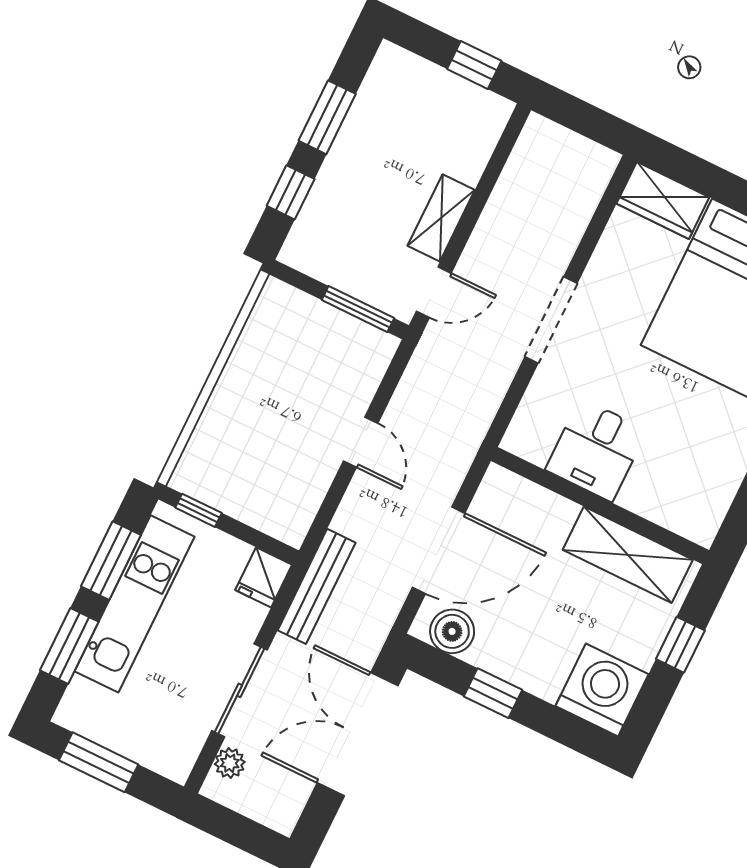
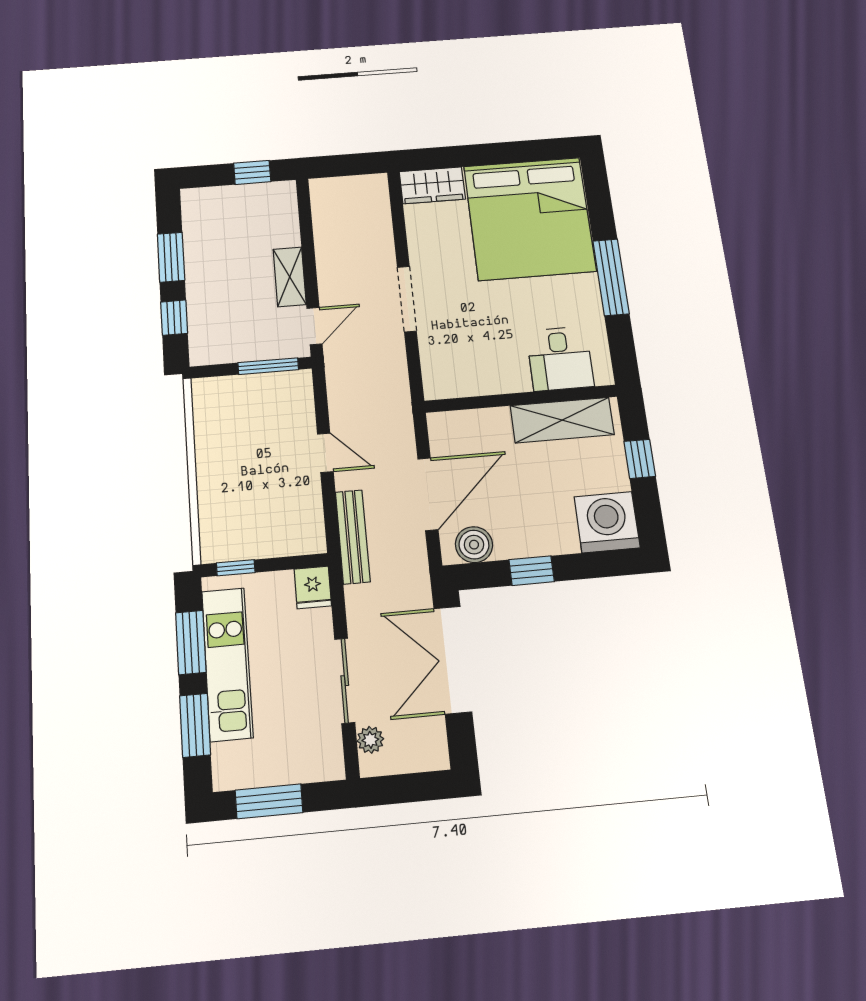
desk: (596, 450) -> (560, 359), moved
bench: (317, 586) -> (353, 537), moved

